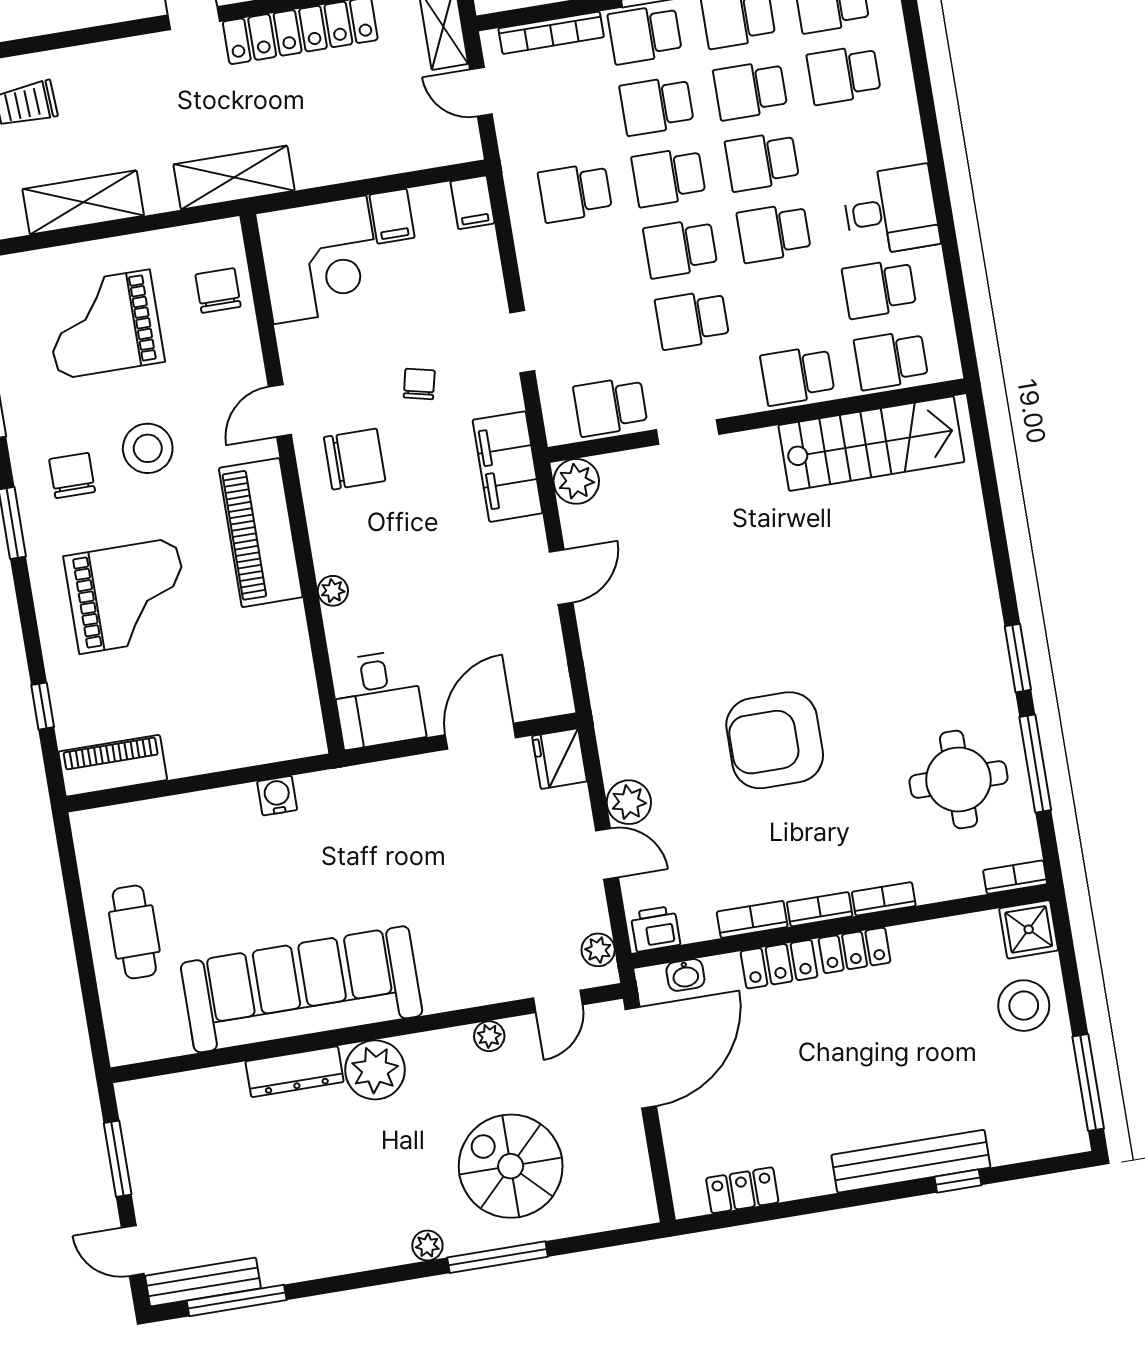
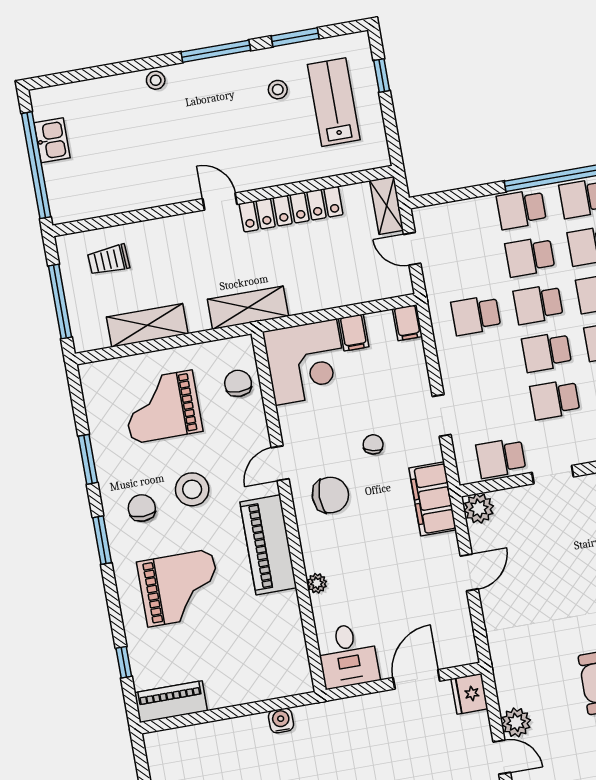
bookcase: (551, 33) -> (459, 209), removed

